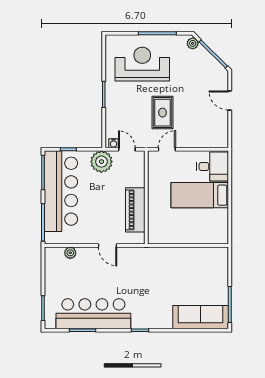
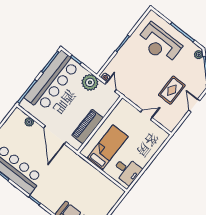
reception desk: (142, 64) -> (159, 44), turned 180
rug: (162, 113) -> (172, 90), moved
door: (167, 149) -> (146, 115), moved
desk: (212, 166) -> (127, 171), moved
bed: (200, 195) -> (107, 147), moved, turned 90
door: (108, 245) -> (55, 135), width x1.88

